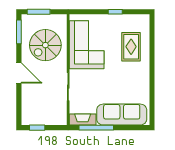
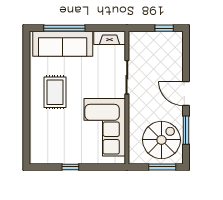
window: (19, 32) -> (186, 130), moved
spiral stairs: (45, 45) -> (161, 140), moved
rug: (131, 47) -> (55, 92), moved
window: (96, 128) -> (64, 28), moved

